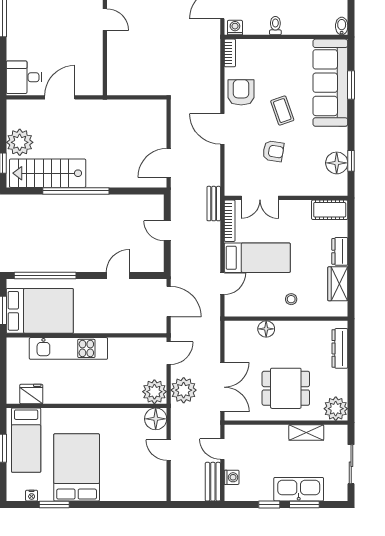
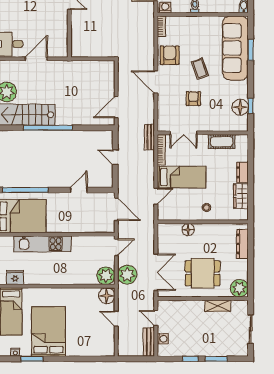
armchair: (273, 151) -> (193, 99), turned -99
cot: (330, 210) -> (222, 142), moved
kitchen sink: (299, 489) -> (212, 348), removed

